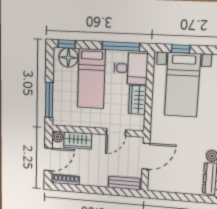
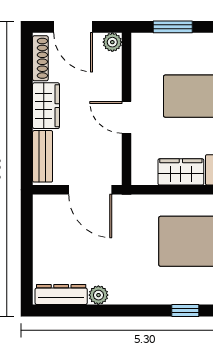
window: (49, 100) -> (173, 27), width x0.69
door: (116, 132) -> (126, 117), moved
wardrobe: (78, 140) -> (46, 106), moved, turned 180

